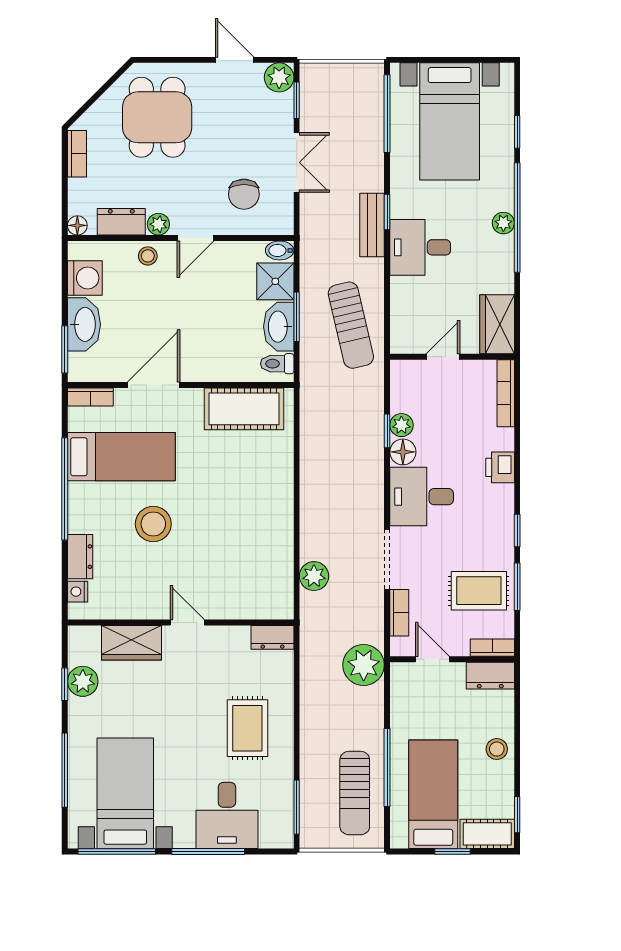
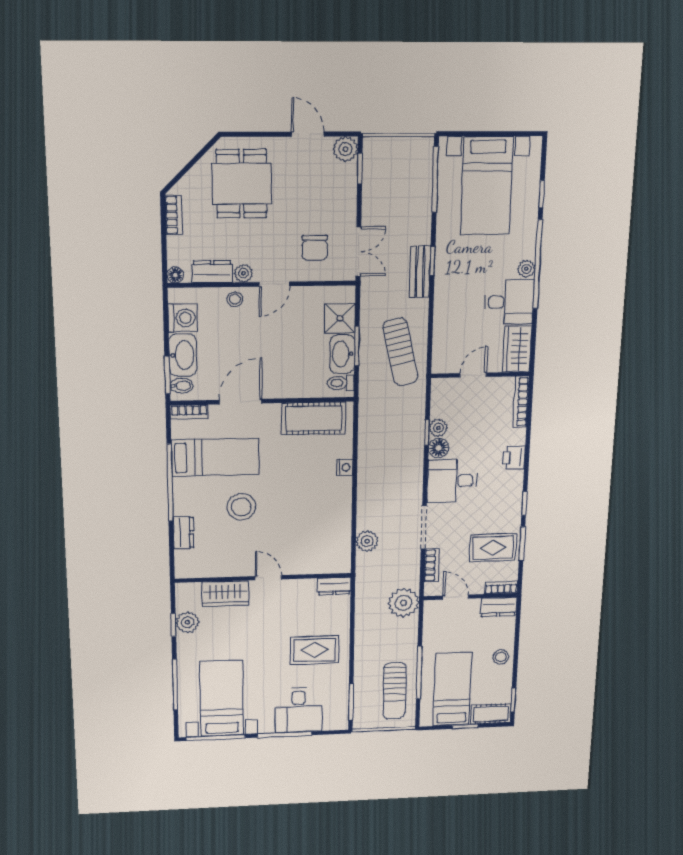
double door: (297, 162) -> (358, 252), moved
desk: (420, 247) -> (509, 302), moved, turned 180
bidet: (280, 250) -> (181, 386), moved, turned 180
nightstand: (78, 592) -> (345, 467), moved, turned 180
rug: (247, 728) -> (315, 650), turned 90

